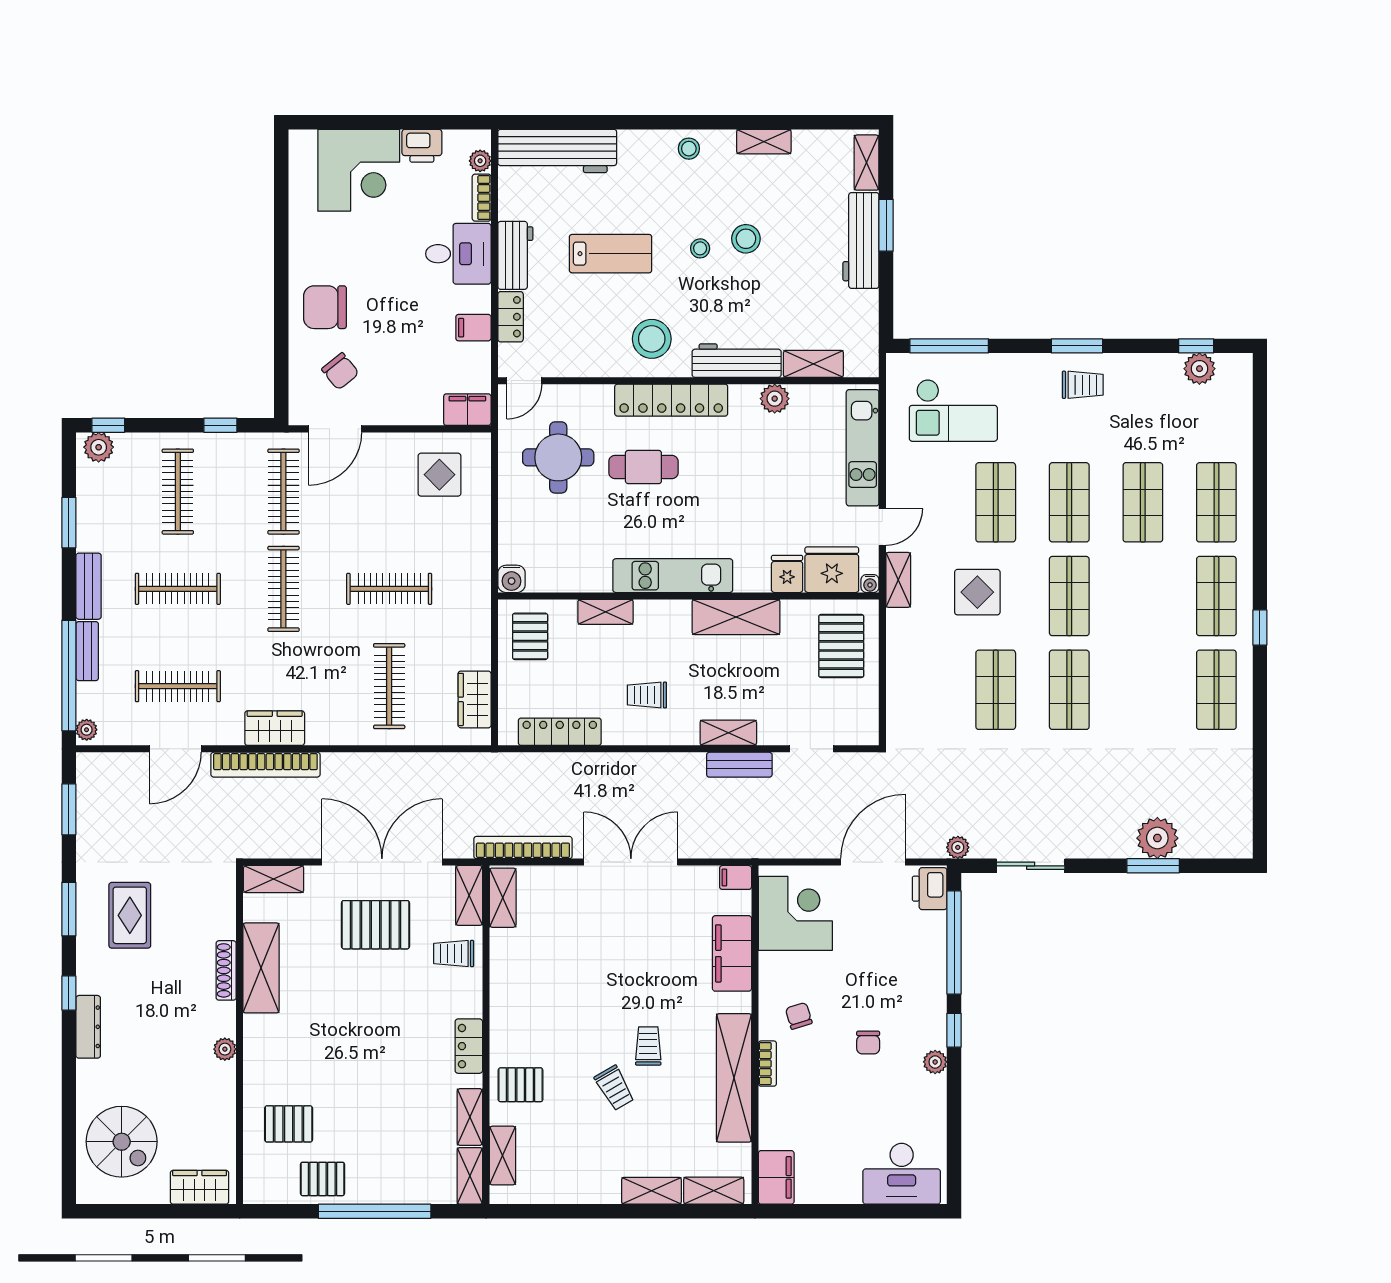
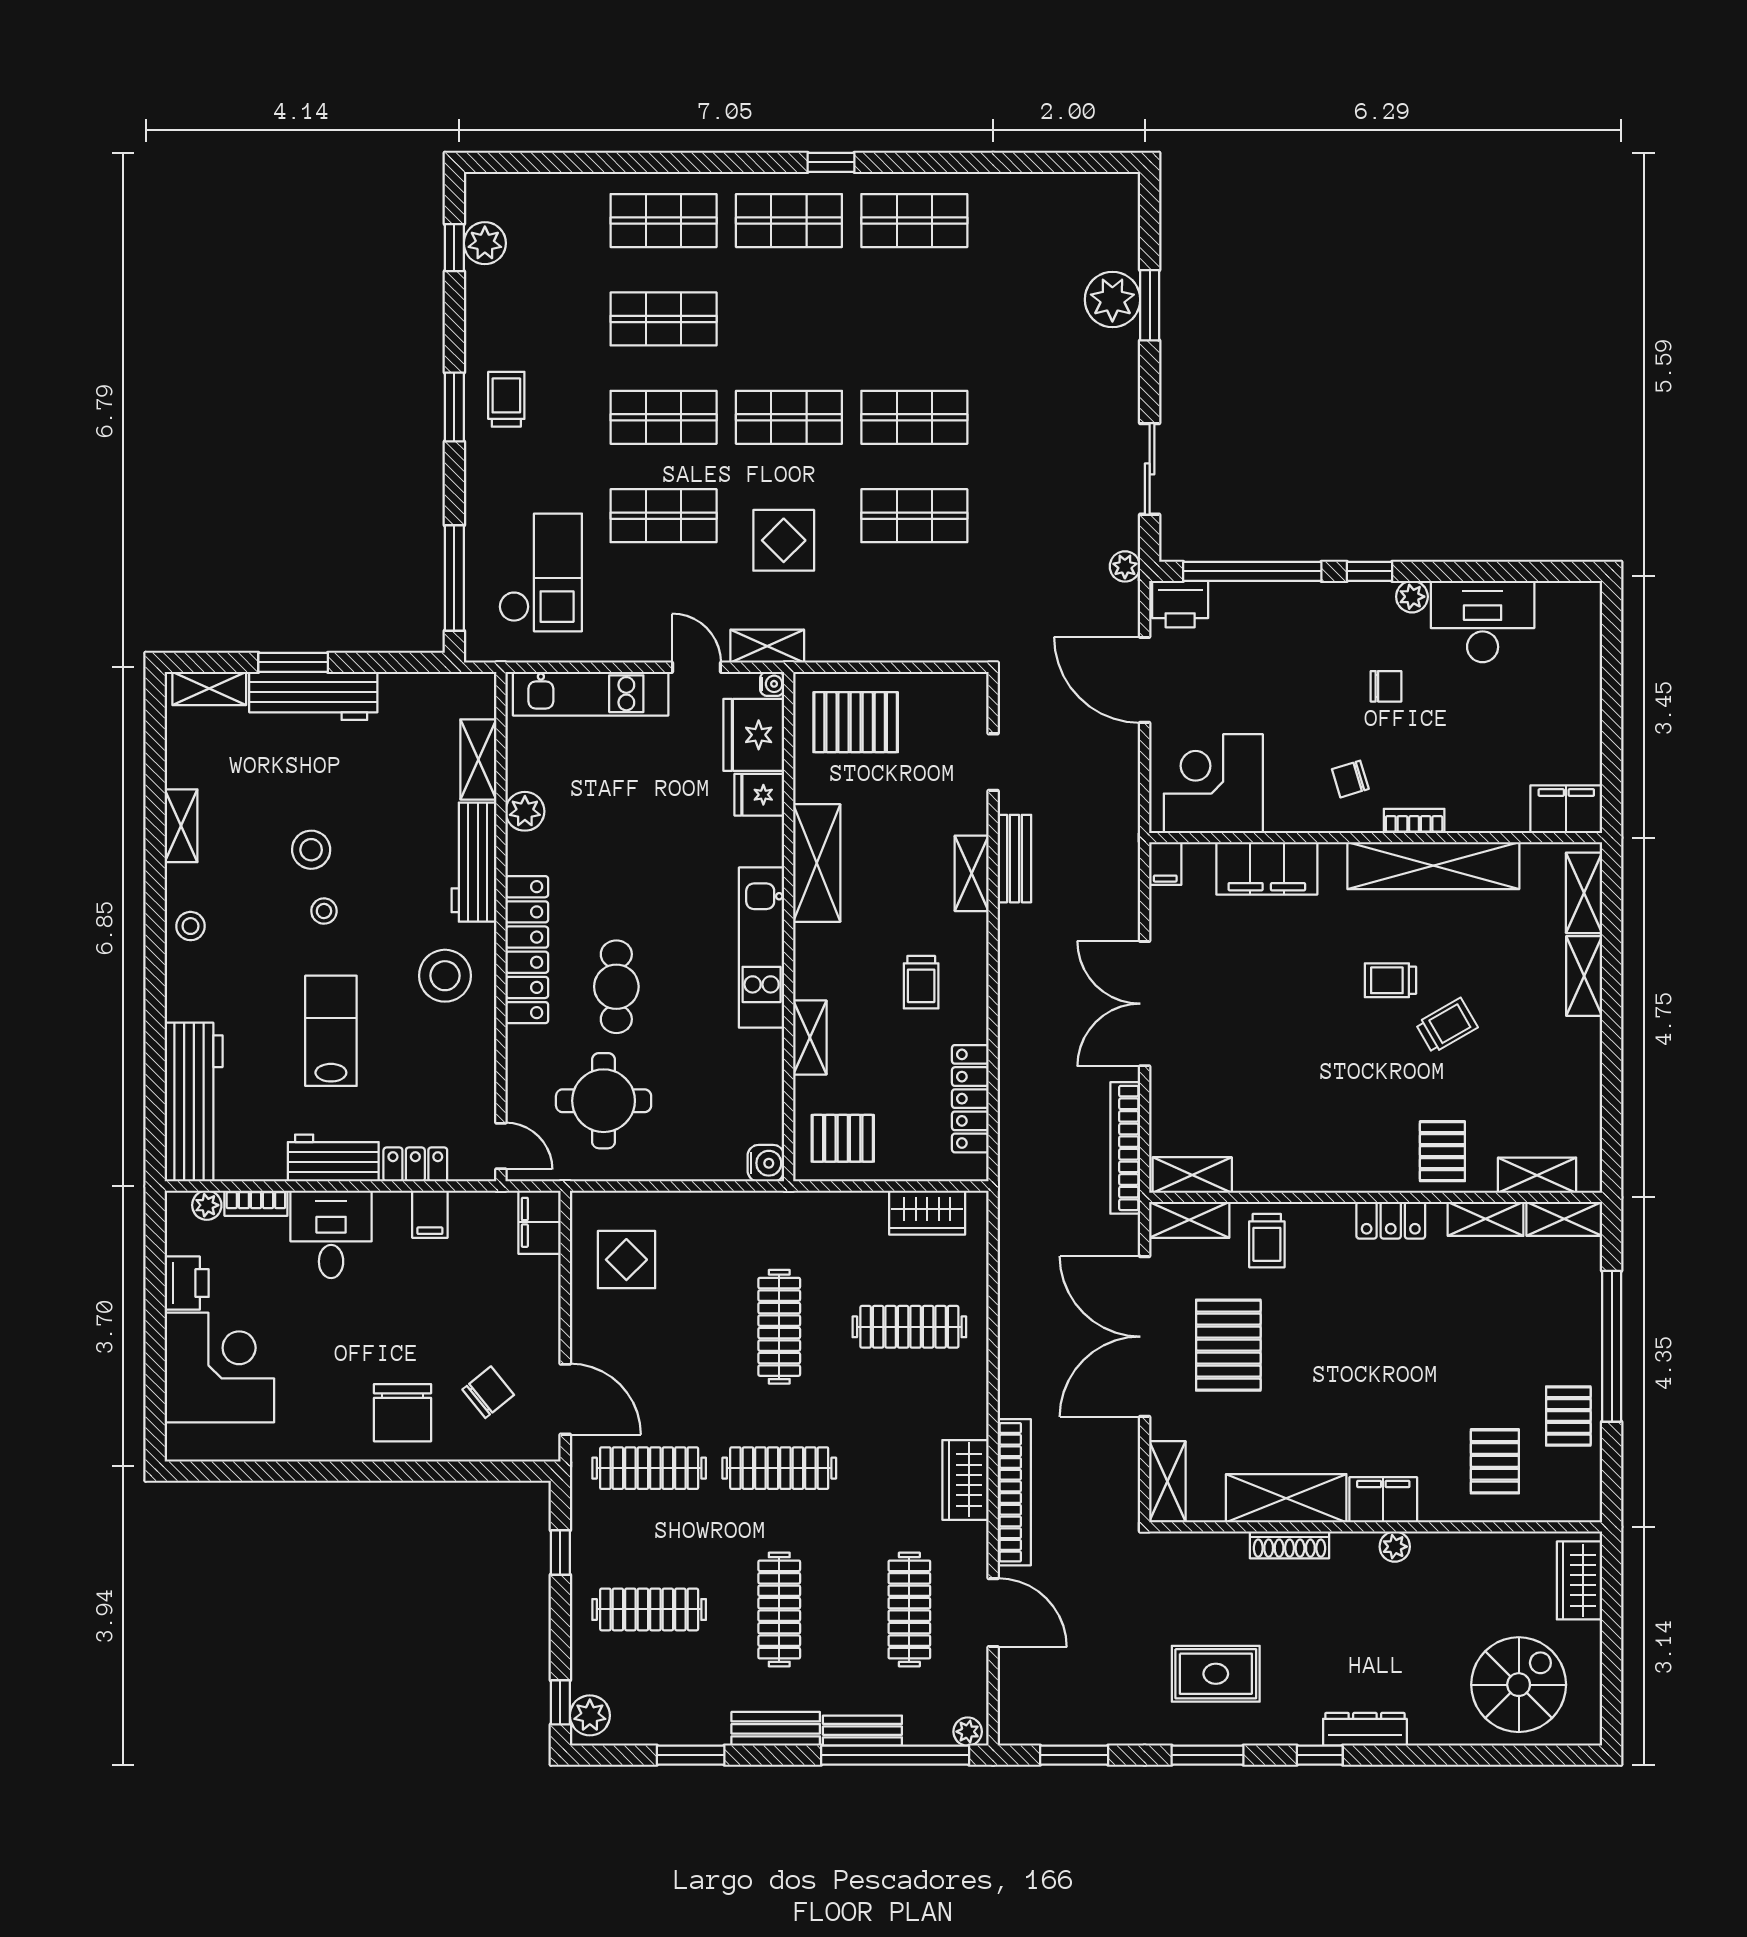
filing cabinet: (260, 1041) -> (1383, 1500), added
desk: (902, 1174) -> (1483, 622), moved, turned -90

